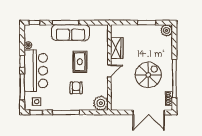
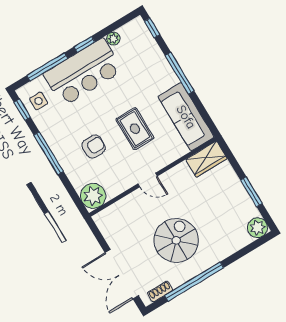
sofa: (71, 33) -> (186, 117), moved
wardrobe: (117, 48) -> (206, 159), moved
rug: (80, 62) -> (135, 129), turned 90
spiral stairs: (148, 75) -> (176, 240), turned -90

